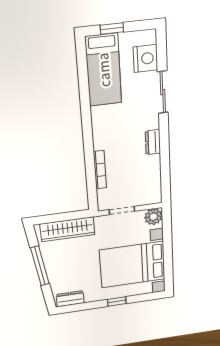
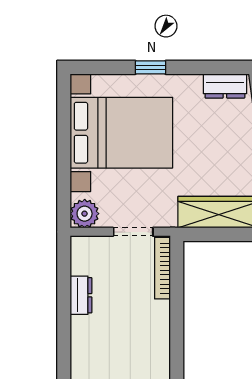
dresser: (153, 142) -> (81, 295), moved
bookcase: (100, 170) -> (163, 268), moved

